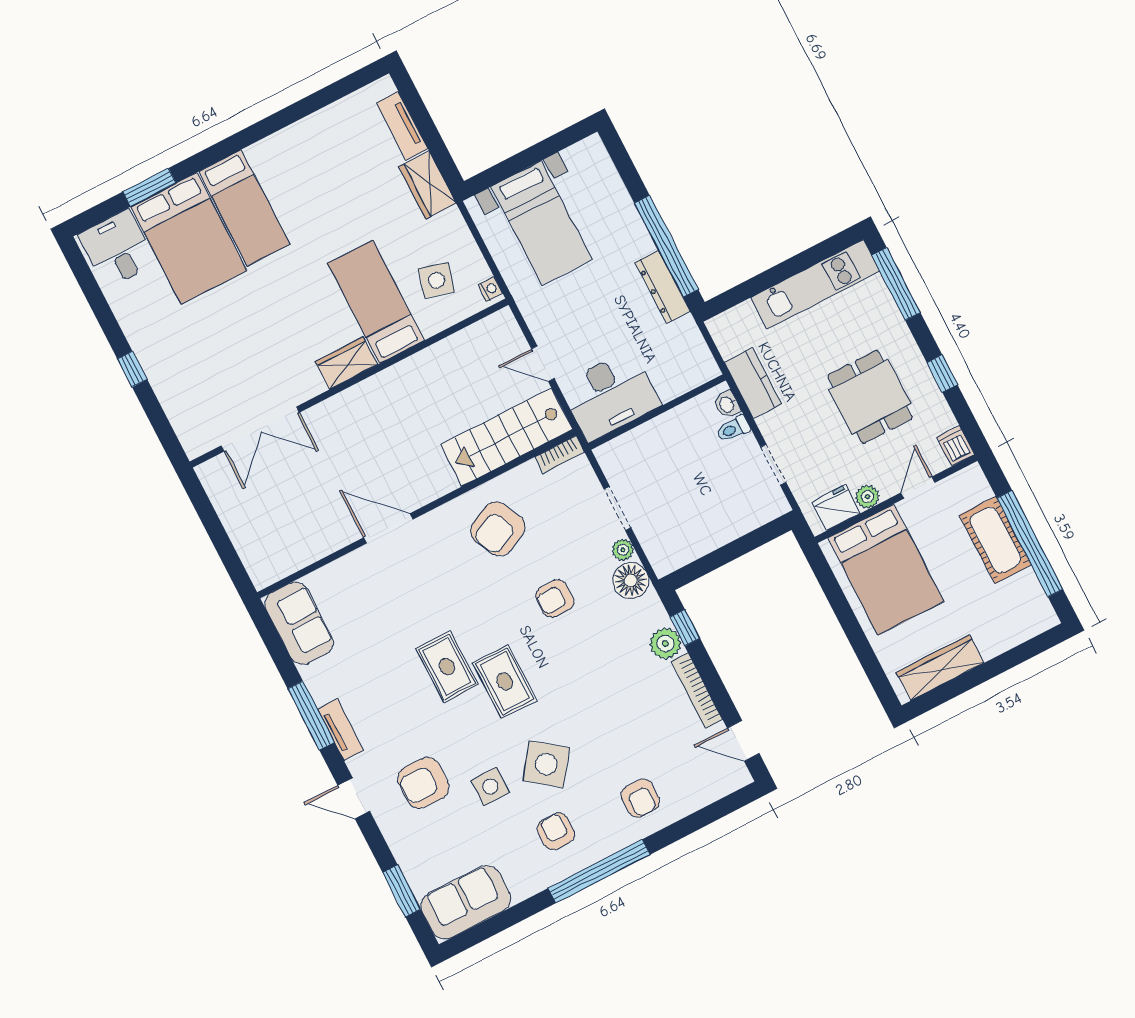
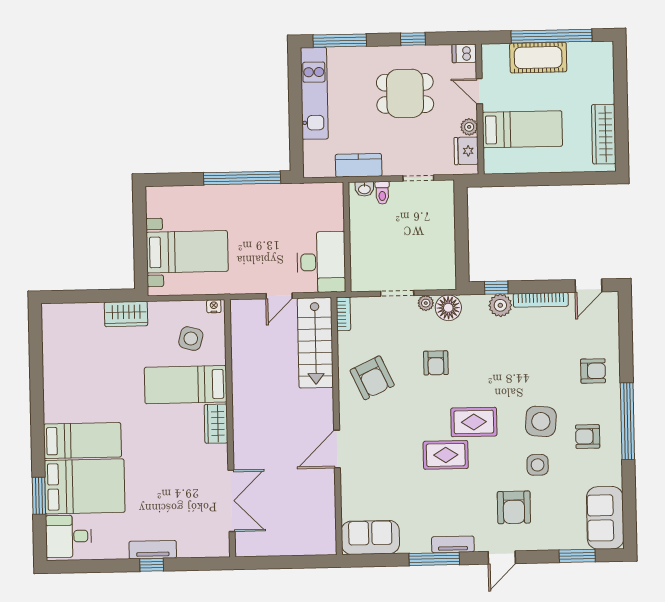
tv unit: (402, 126) -> (153, 550), moved, turned 180
dresser: (662, 287) -> (267, 193), removed
bed: (886, 570) -> (522, 129), width x0.67
side table: (546, 764) -> (541, 421), turned -32

